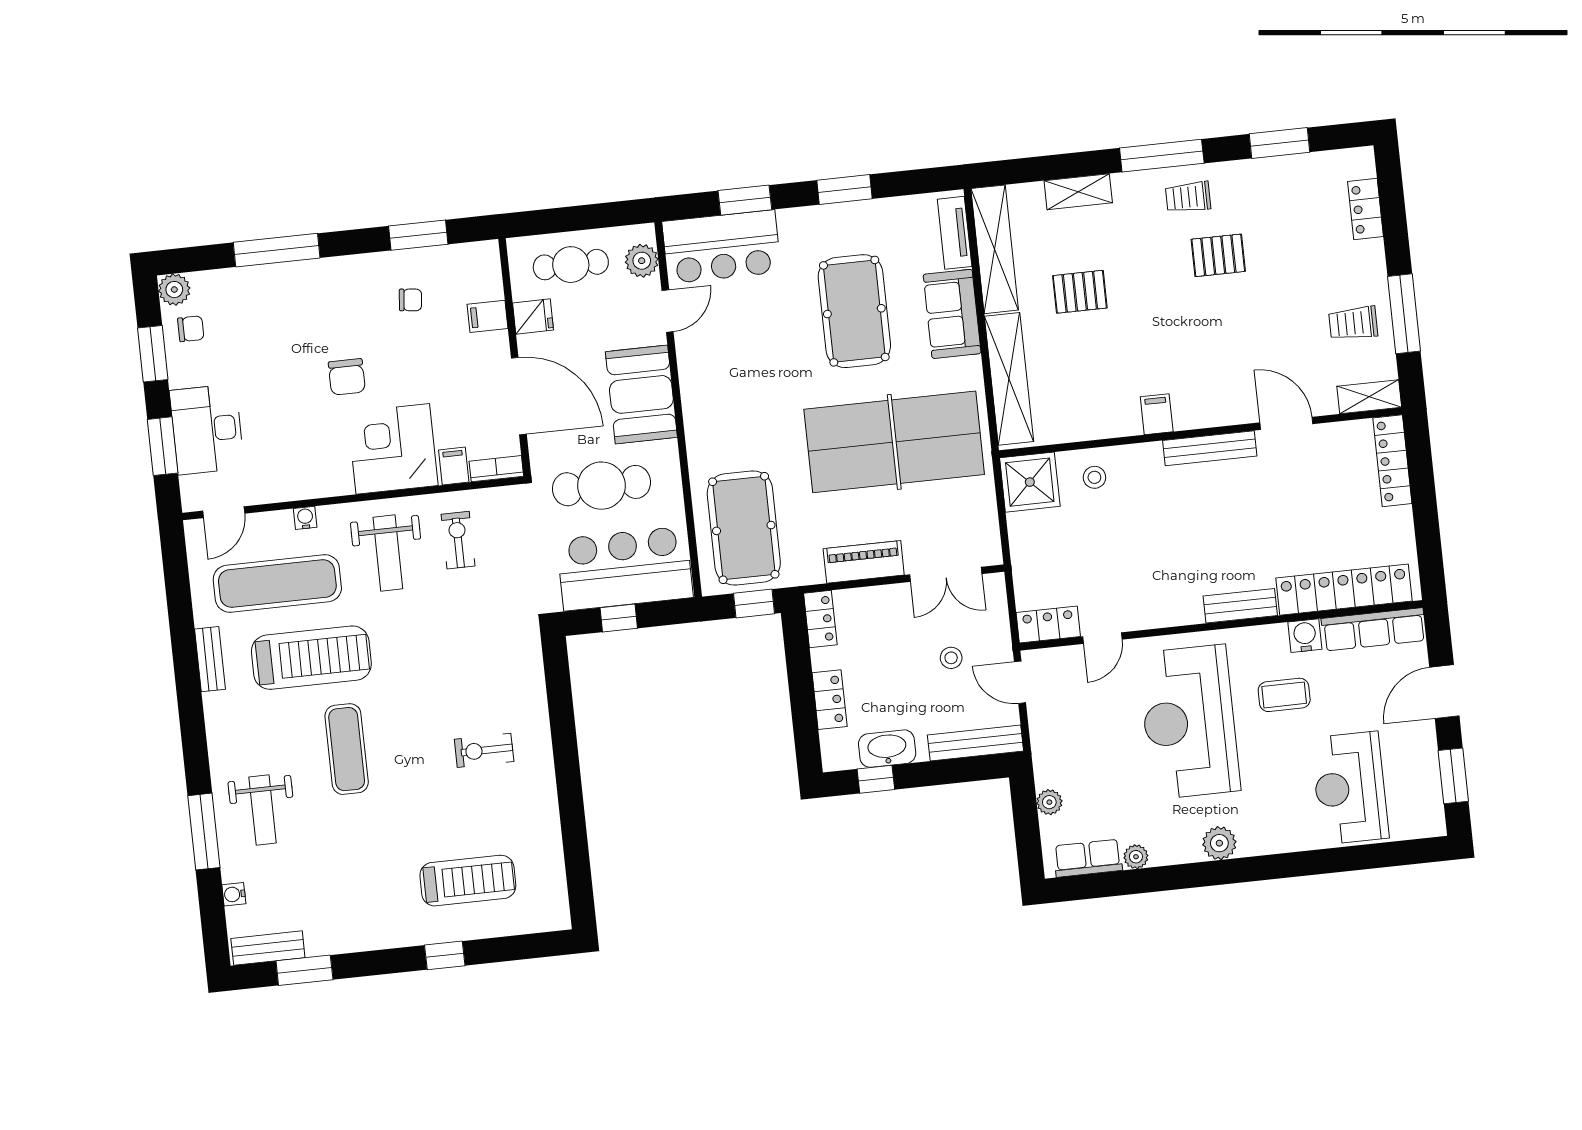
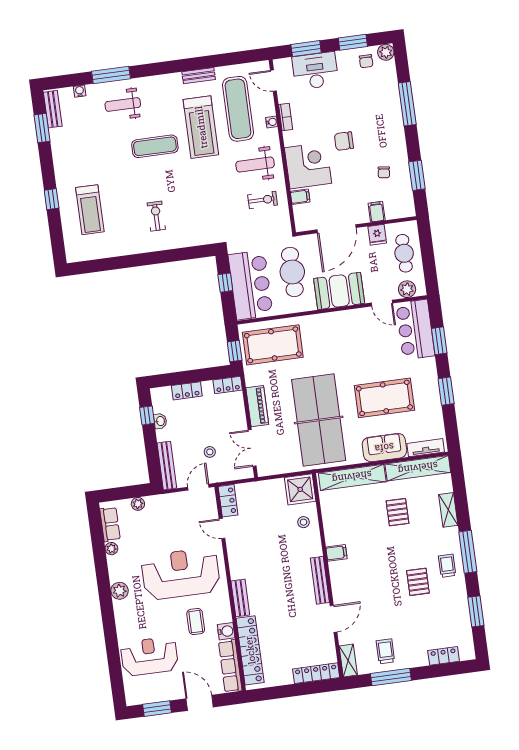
bookcase: (496, 469) -> (286, 117), moved
washbasin: (887, 749) -> (160, 421), width x0.52, depth x0.69

